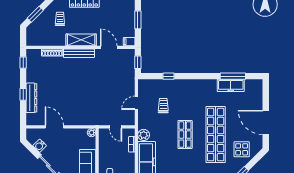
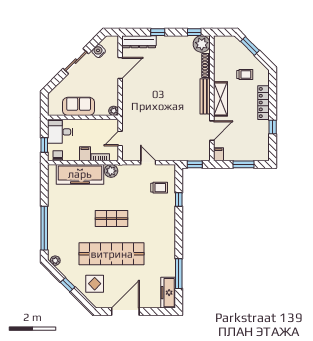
plant: (33, 56) -> (202, 44), added
freezer: (231, 85) -> (168, 293), moved
dresser: (31, 98) -> (139, 42), moved
trolley: (163, 106) -> (159, 188), moved
filing cabinet: (129, 158) -> (85, 154), added

